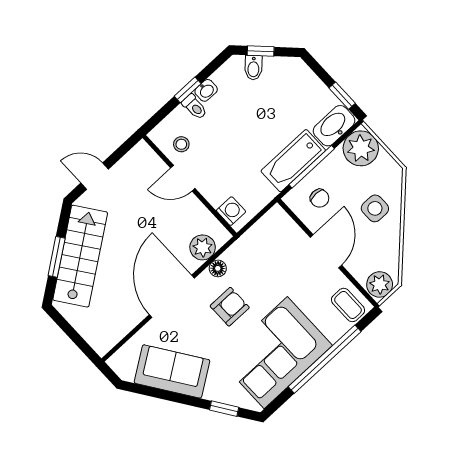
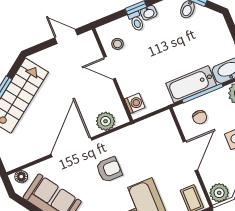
door: (95, 176) -> (66, 36), moved
floor lamp: (218, 268) -> (21, 177), moved

